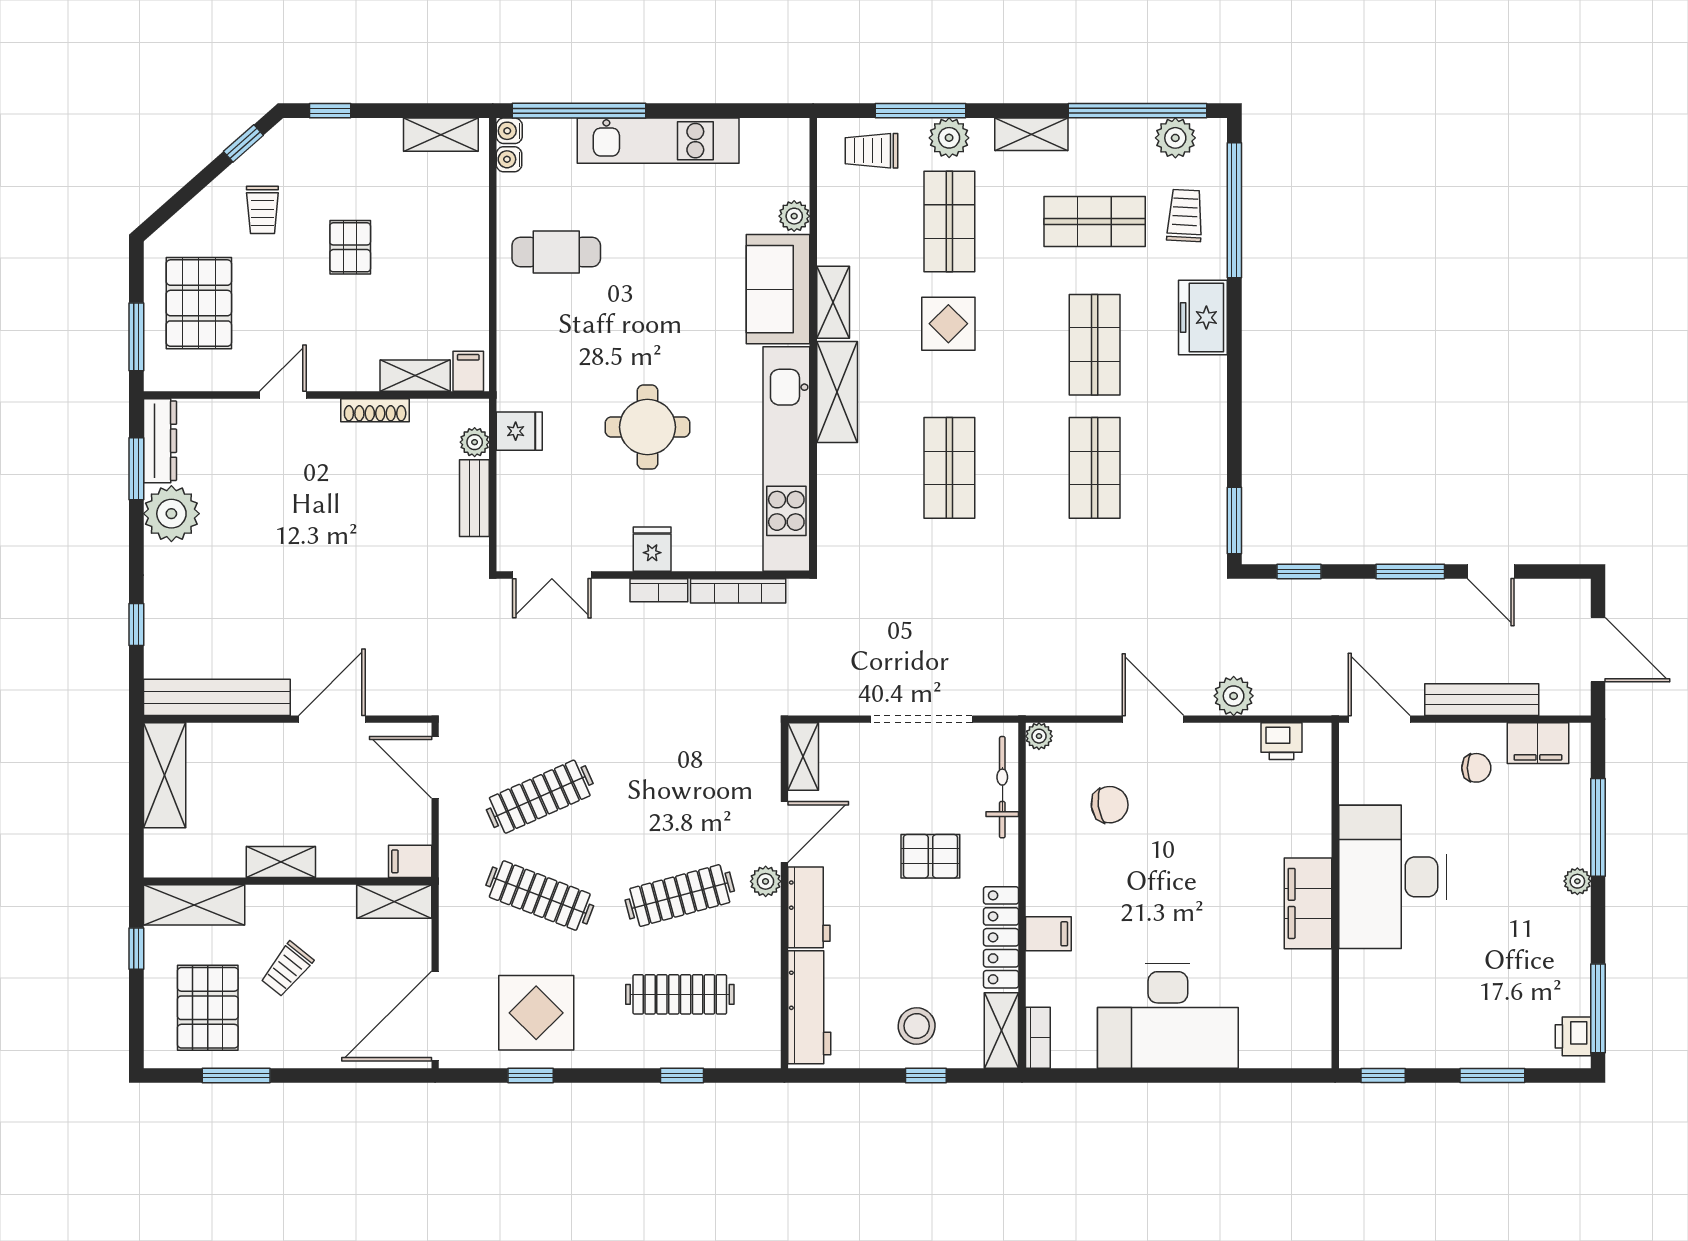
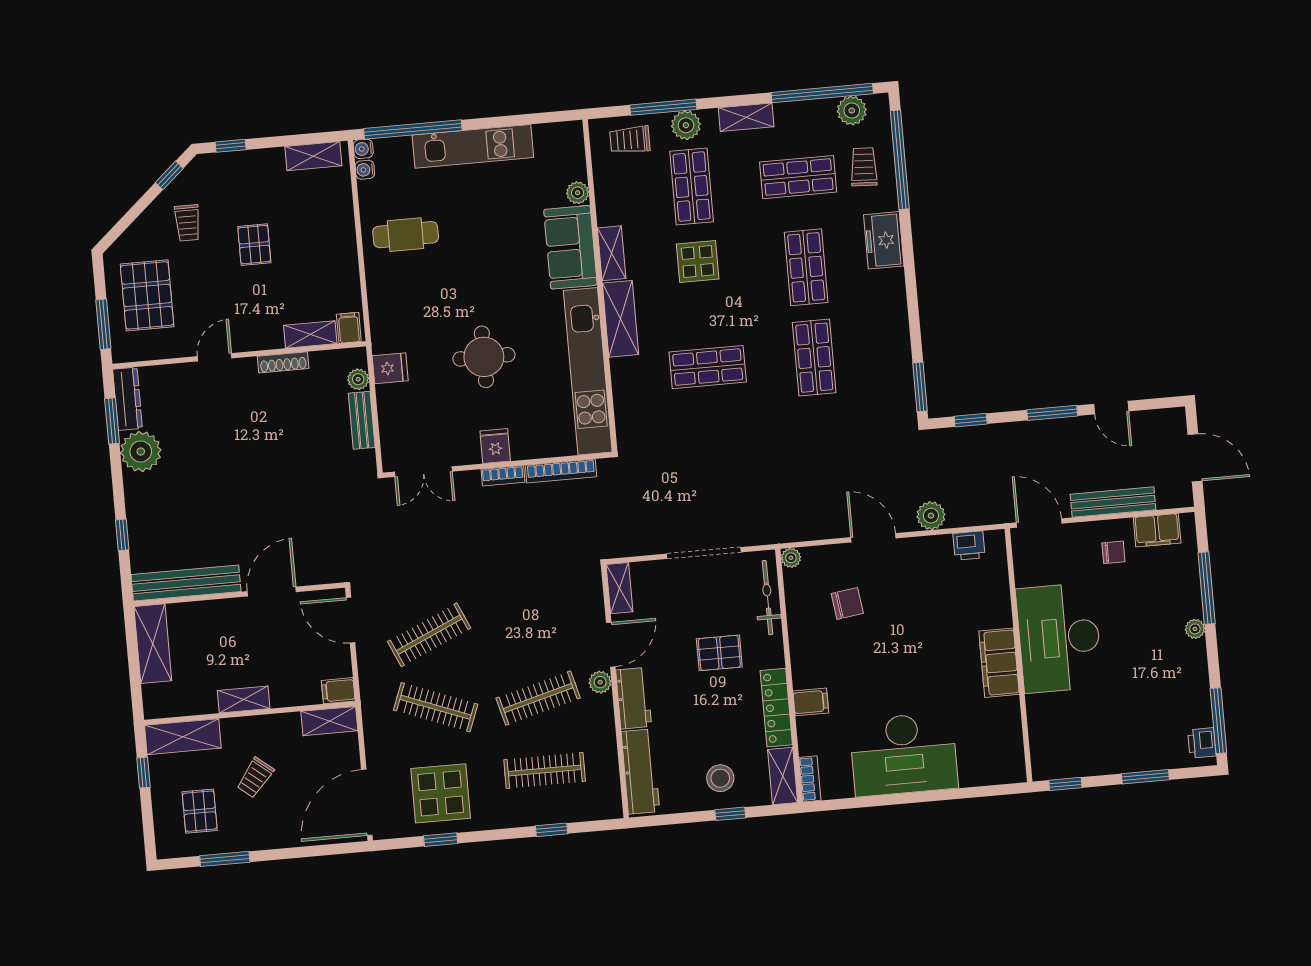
shop shelf: (949, 468) -> (708, 367), turned 90
pallet: (208, 1008) -> (200, 811), width x0.67, depth x0.71

